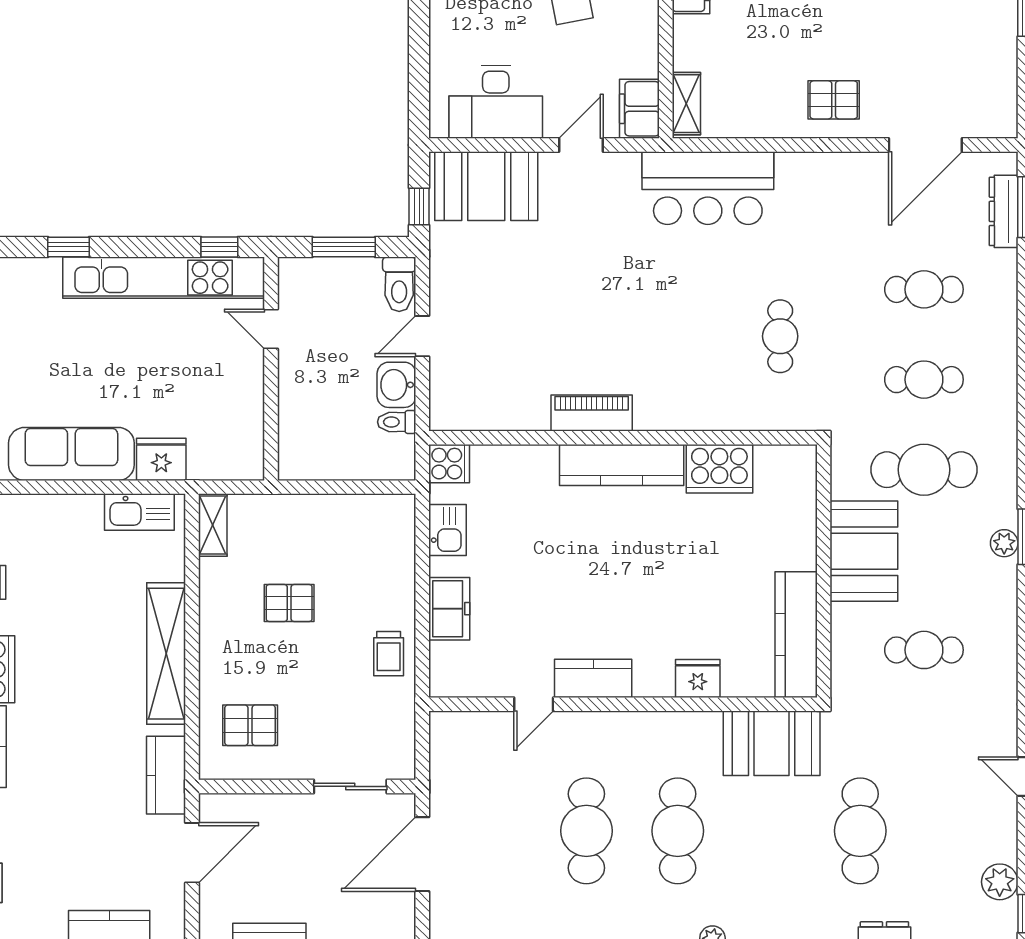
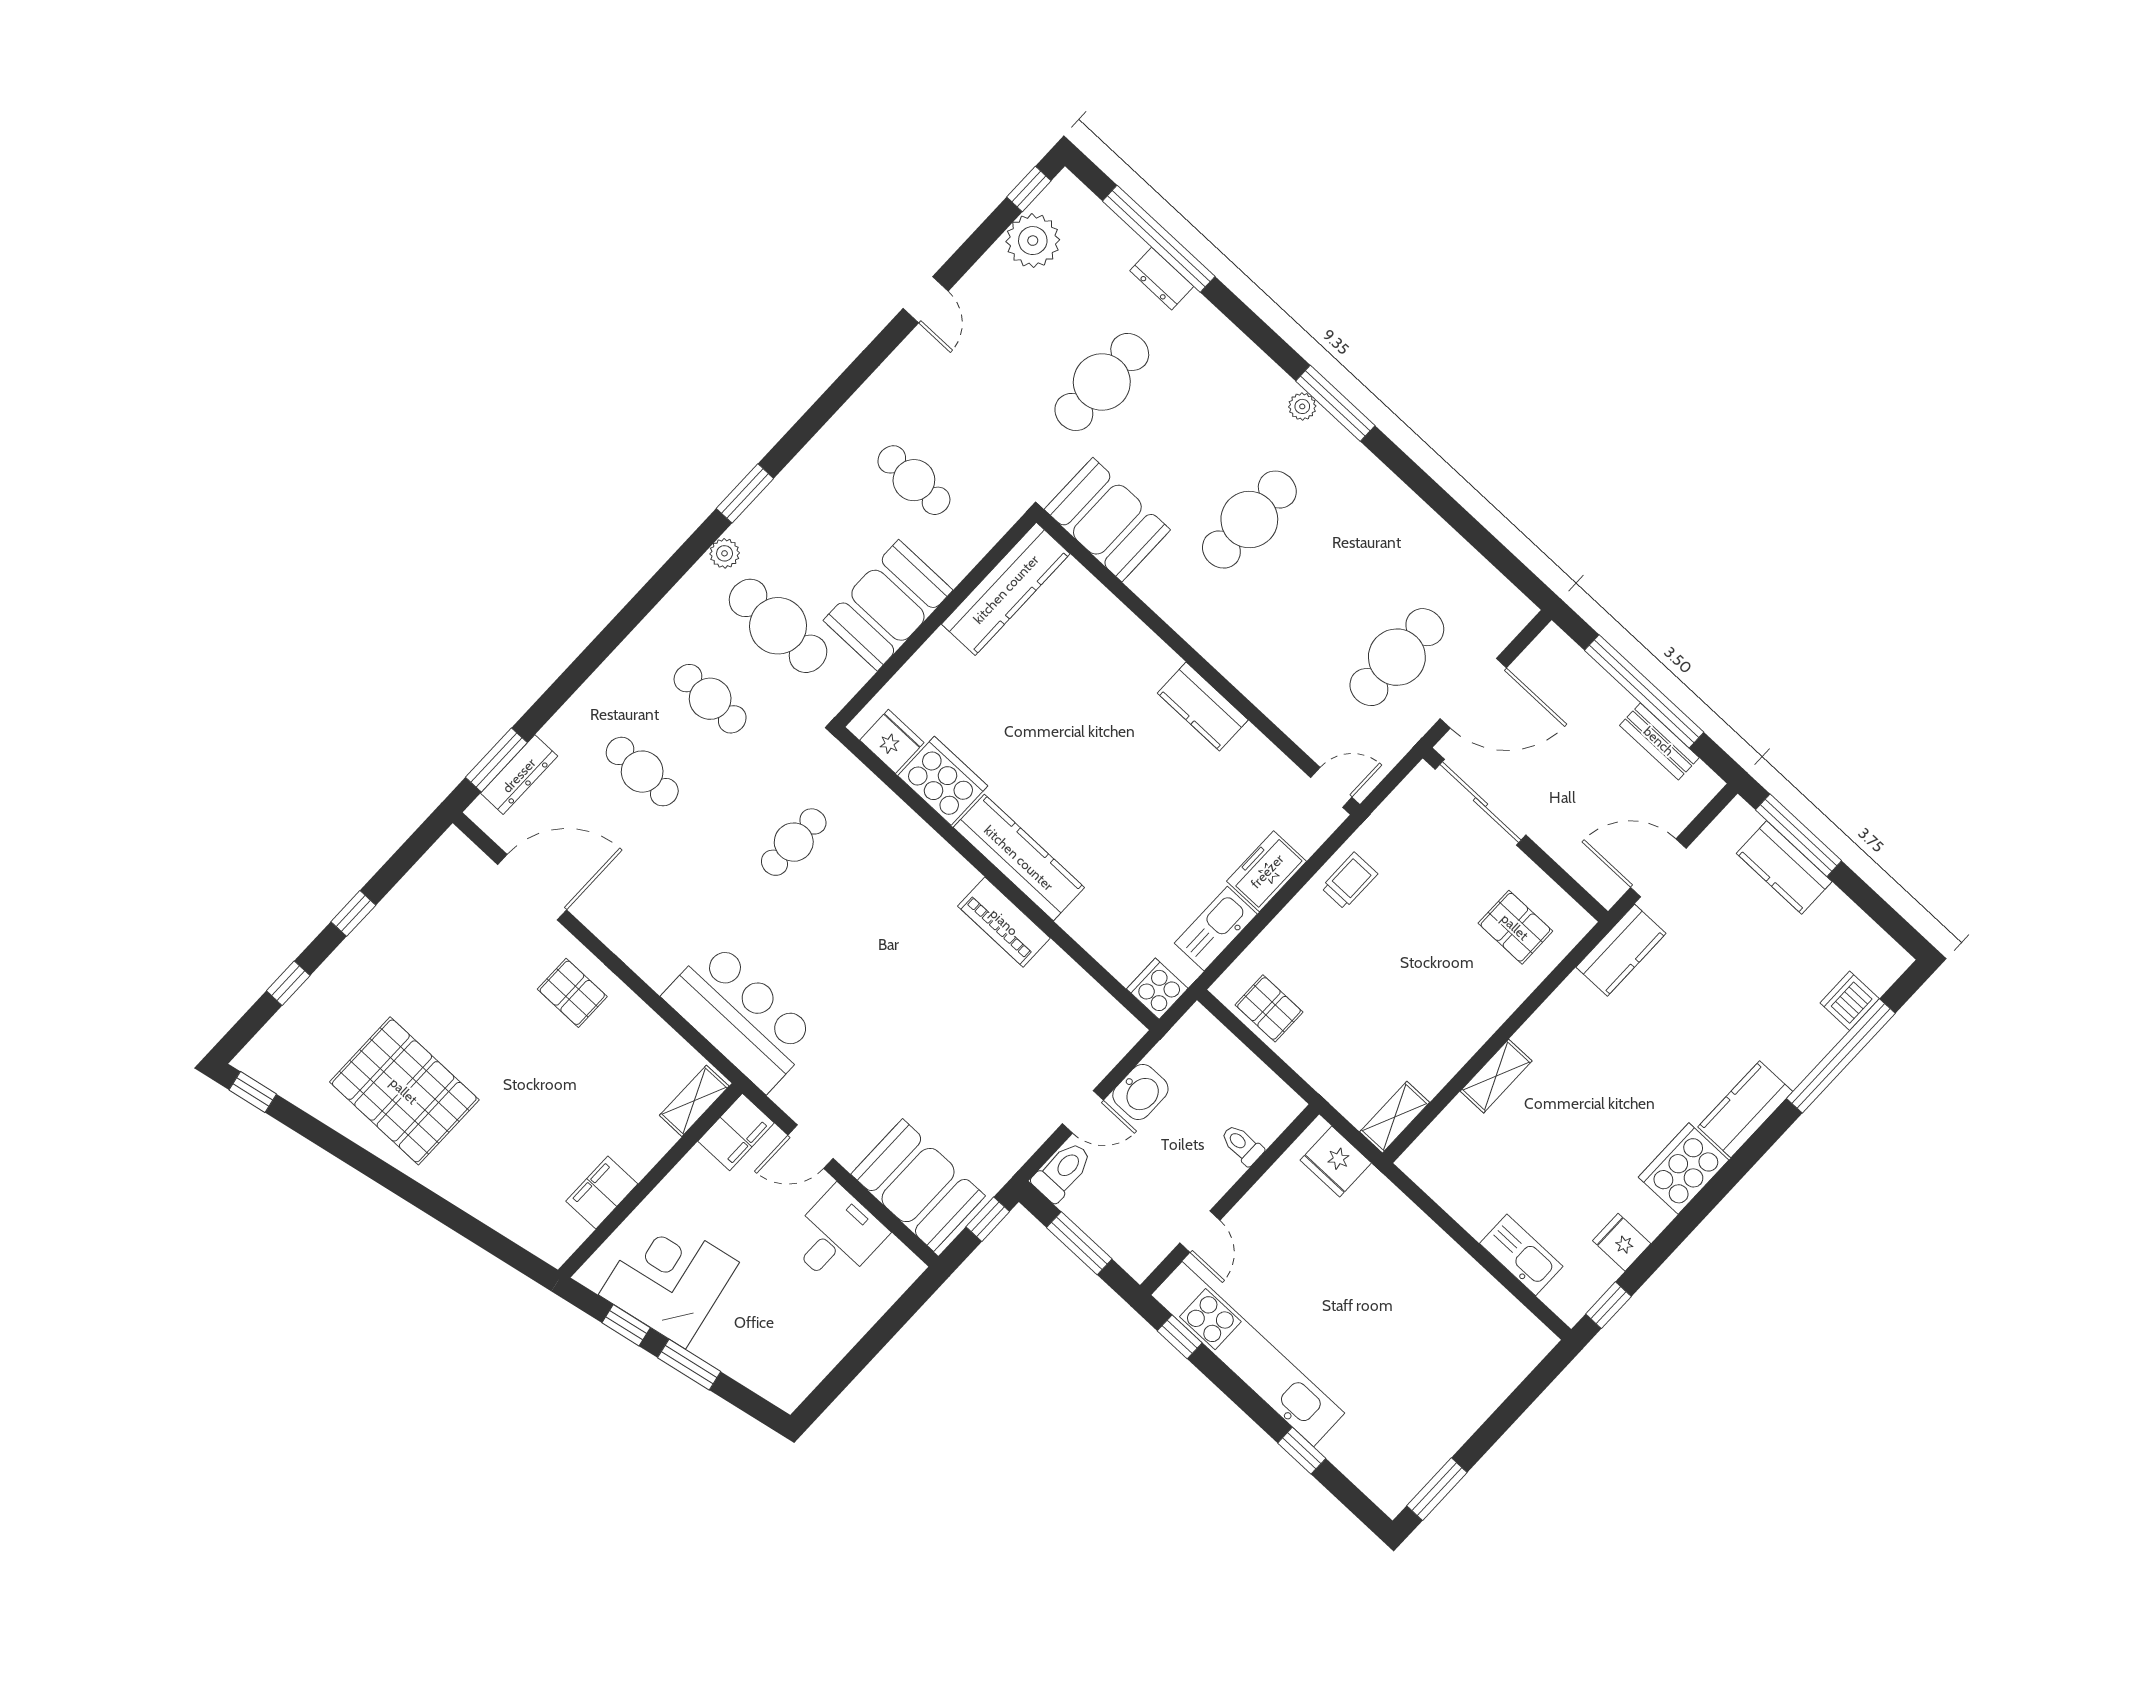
desk: (496, 102) -> (837, 1236), width x0.73
toilet: (397, 422) -> (1242, 1145), moved, turned 180
sofa: (71, 454) -> (1455, 1281), removed
fridge: (161, 459) -> (1336, 1162), moved
kitchen sink: (139, 512) -> (1521, 1255), moved
kitchen sink: (447, 530) -> (1216, 929), width x1.38
plant: (1004, 543) -> (725, 553), moved
pallet: (289, 603) -> (1269, 1008), moved
shelving: (166, 654) -> (1496, 1076), width x0.45, depth x0.75
fridge: (698, 679) -> (892, 741), moved, turned 180
door: (534, 704) -> (1331, 787), moved
sliding door: (350, 786) -> (1480, 802), width x1.37
cafe table: (586, 831) -> (1397, 657), moved
plant: (1000, 882) -> (1033, 241), width x1.36, depth x1.36

